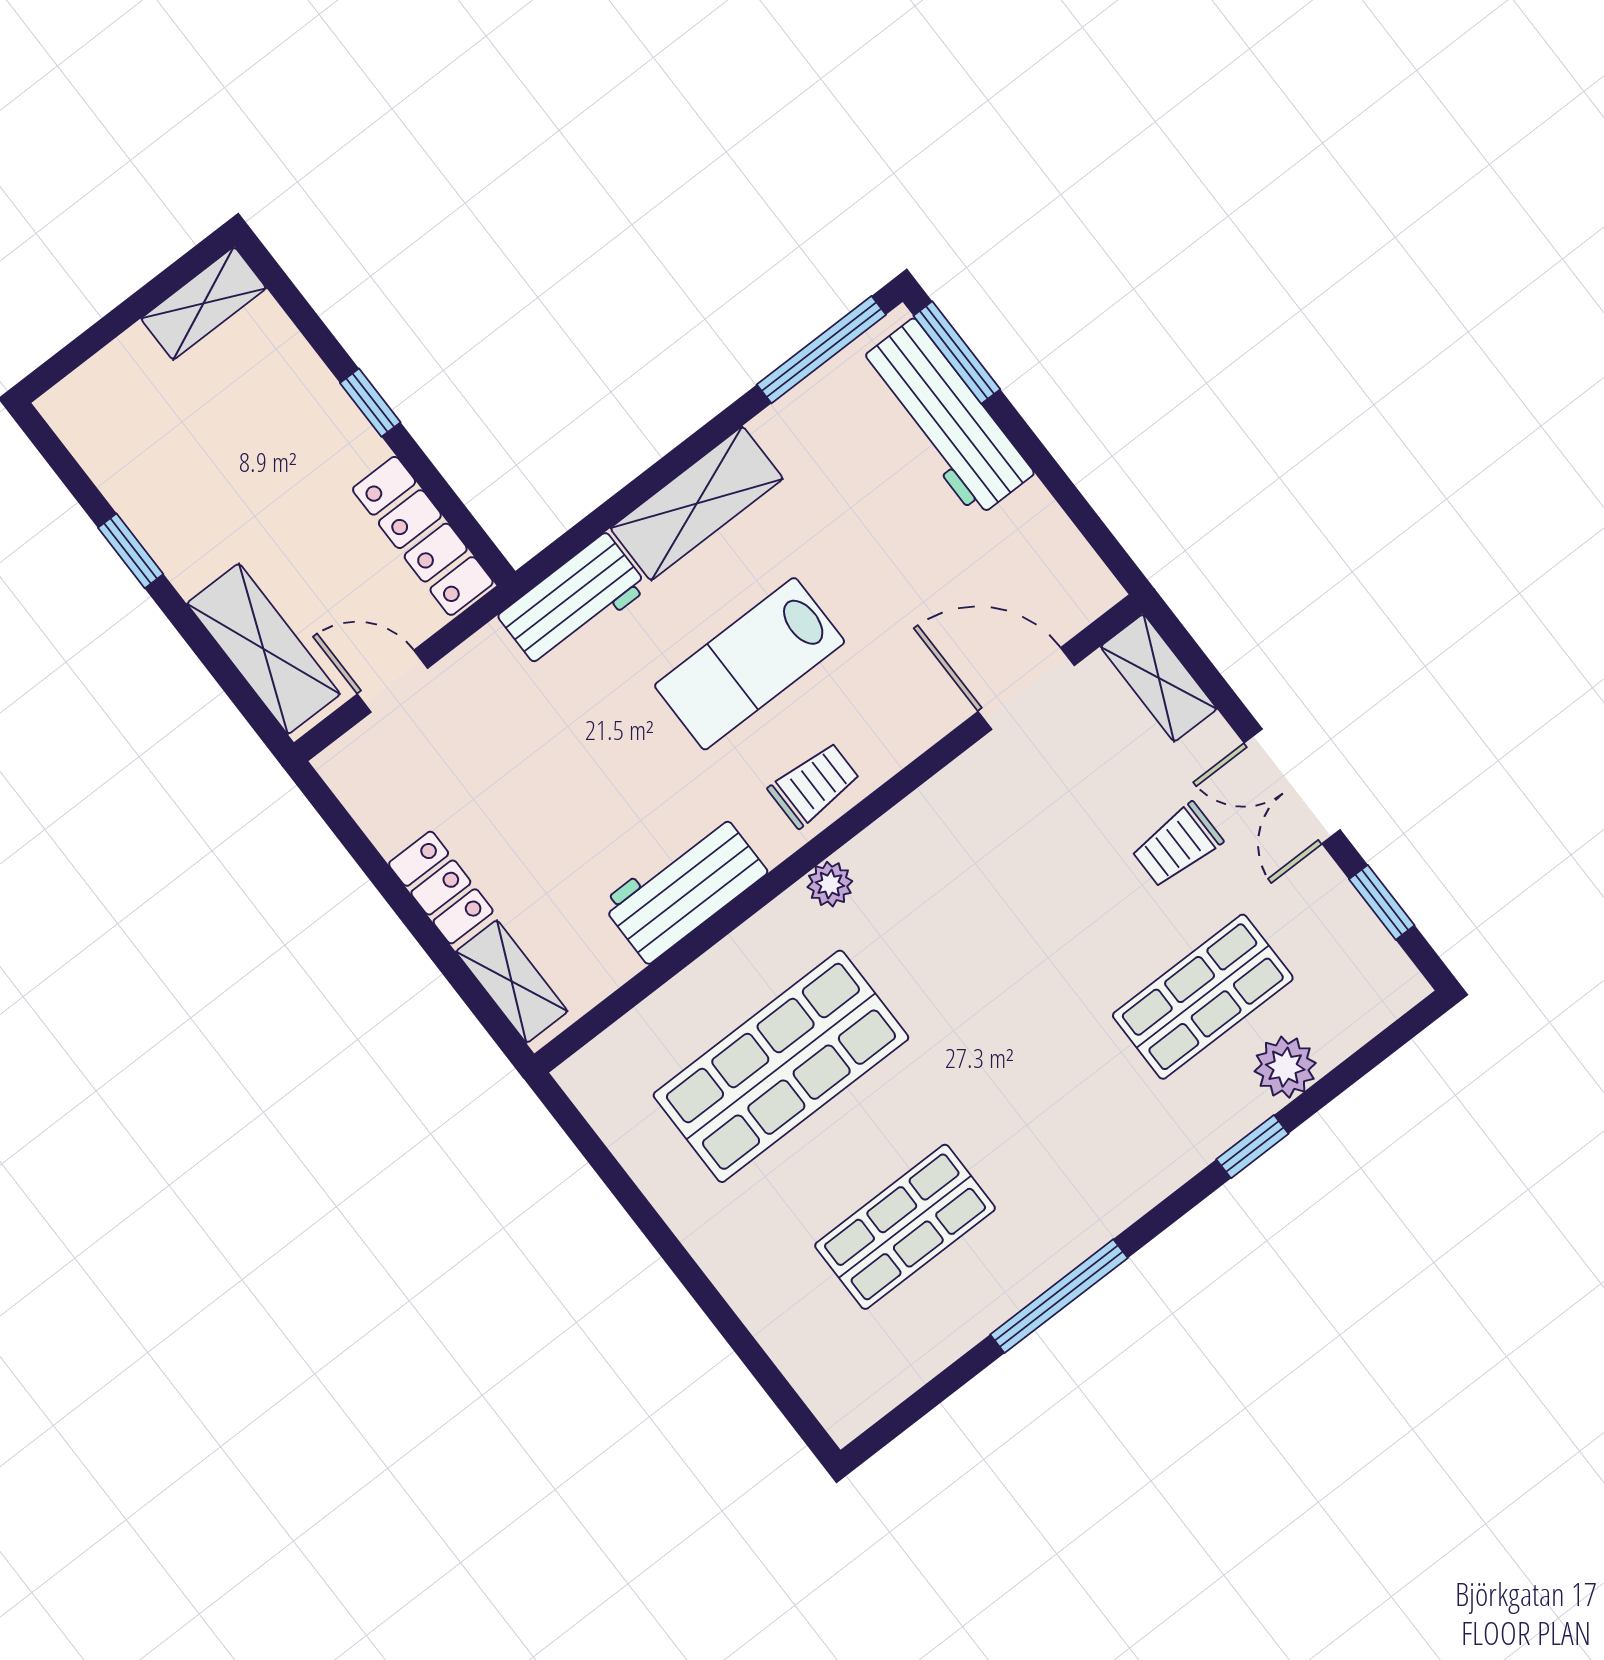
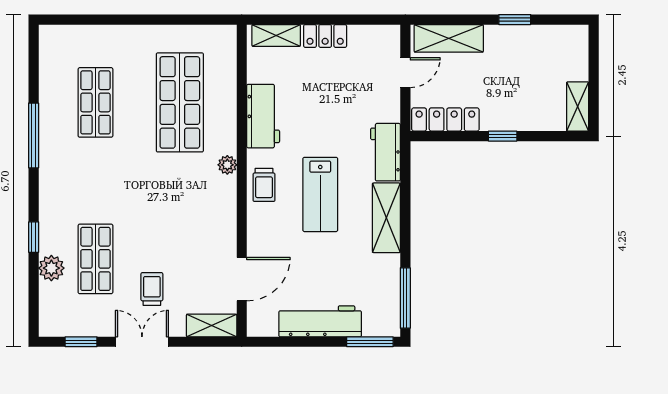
workbench: (945, 418) -> (320, 321), moved
lab bench: (750, 664) -> (320, 194), turned 180

